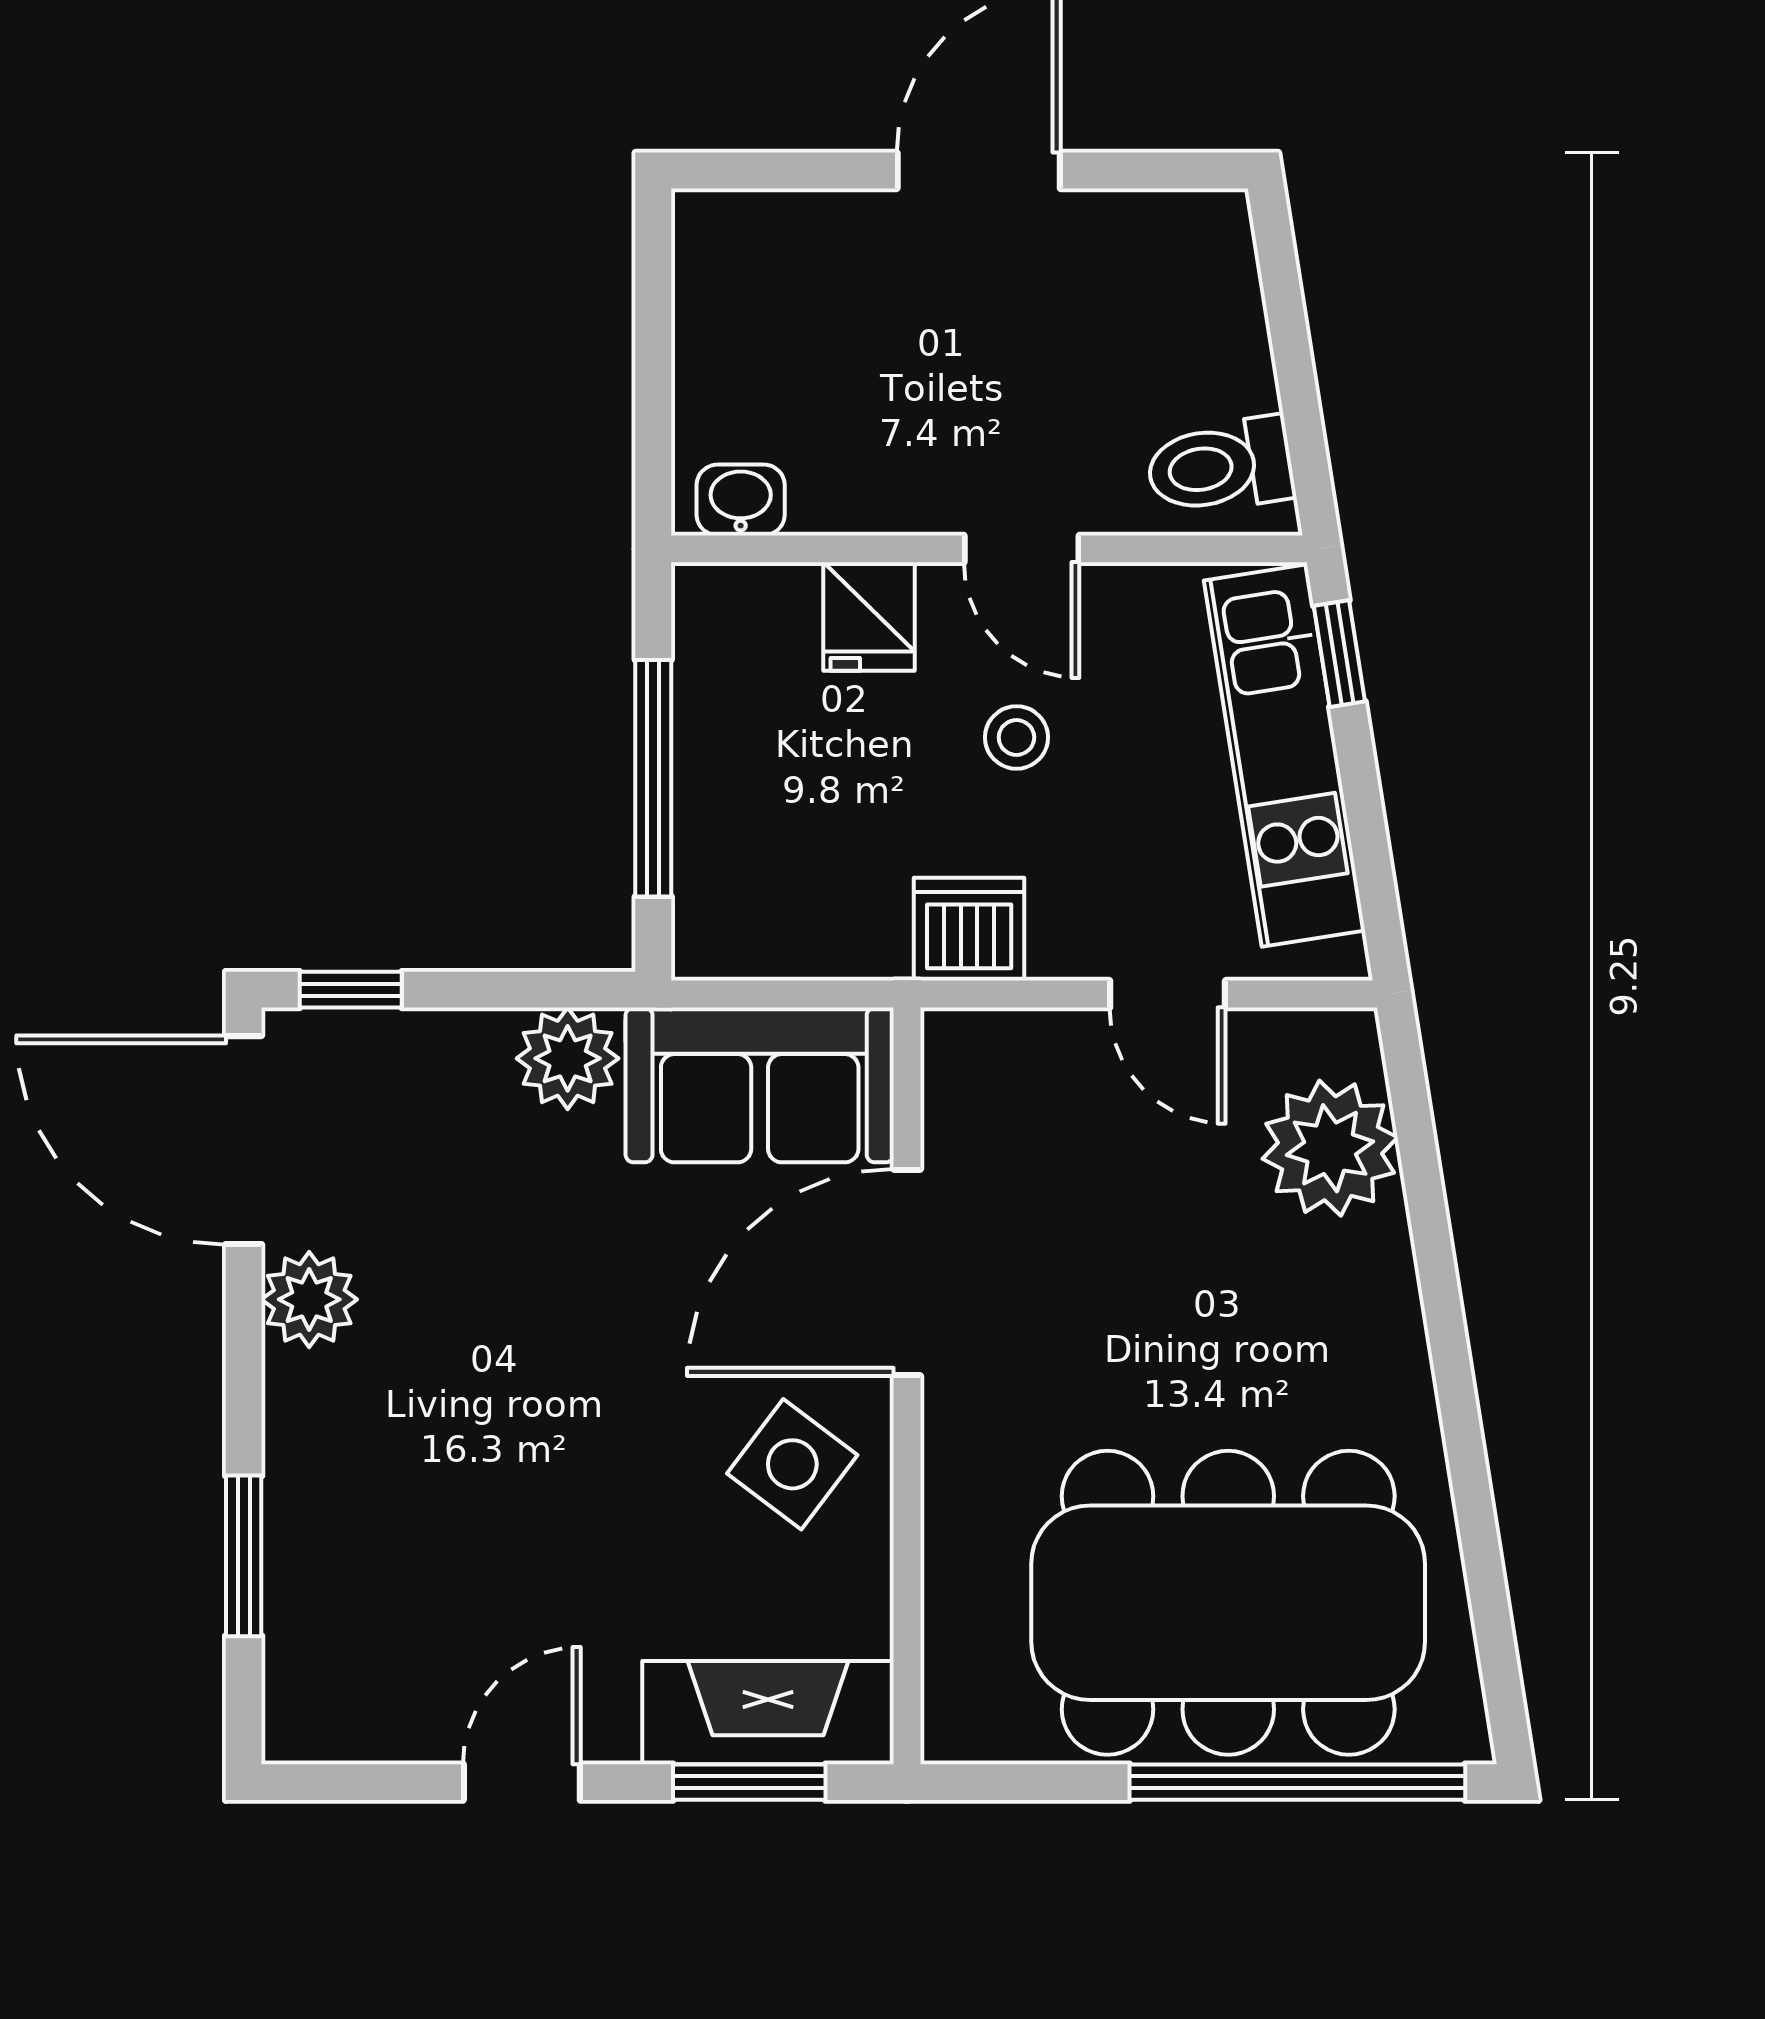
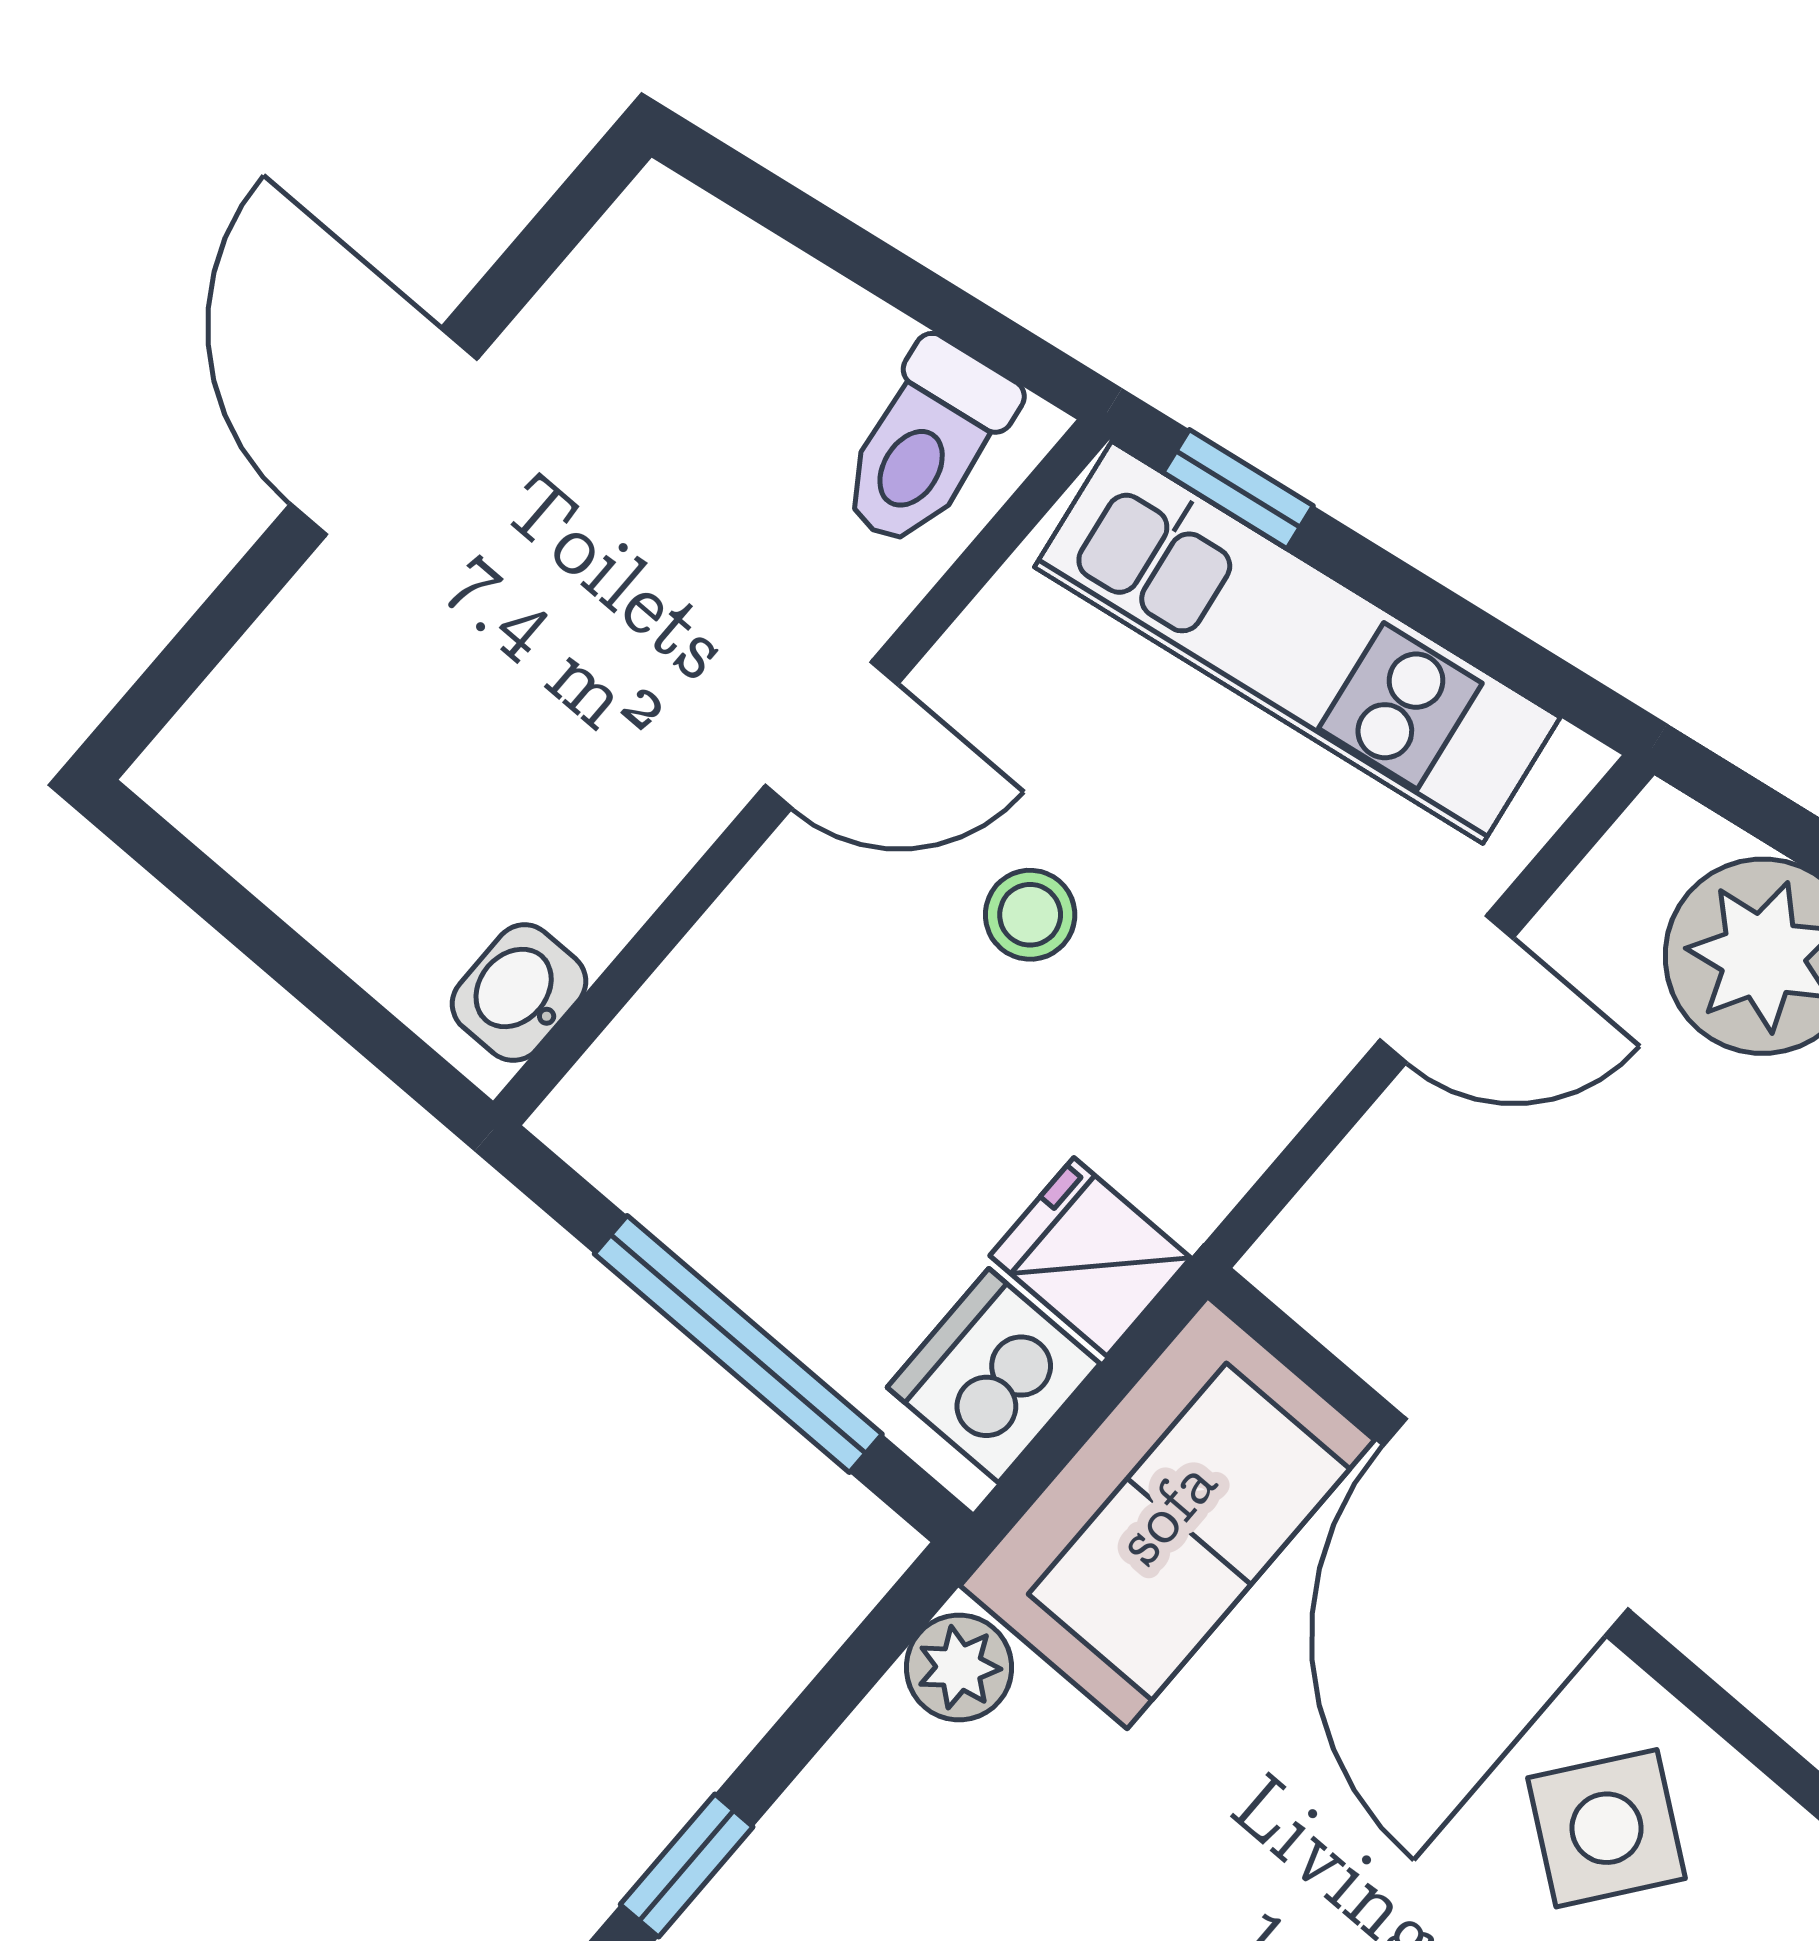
fridge: (869, 617) -> (1090, 1257), moved, turned 180
dishwasher: (969, 929) -> (994, 1376), moved
plant: (568, 1058) -> (959, 1668), width x0.73, depth x0.73

